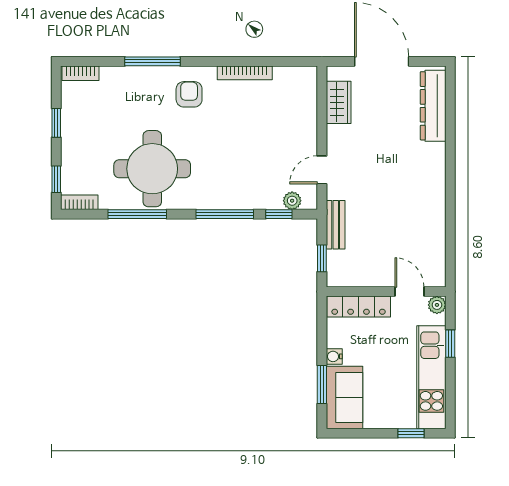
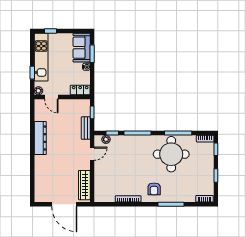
wardrobe: (339, 102) -> (84, 185), width x1.50
dresser: (433, 106) -> (40, 138), moved
locker: (359, 306) -> (80, 90), width x0.66

